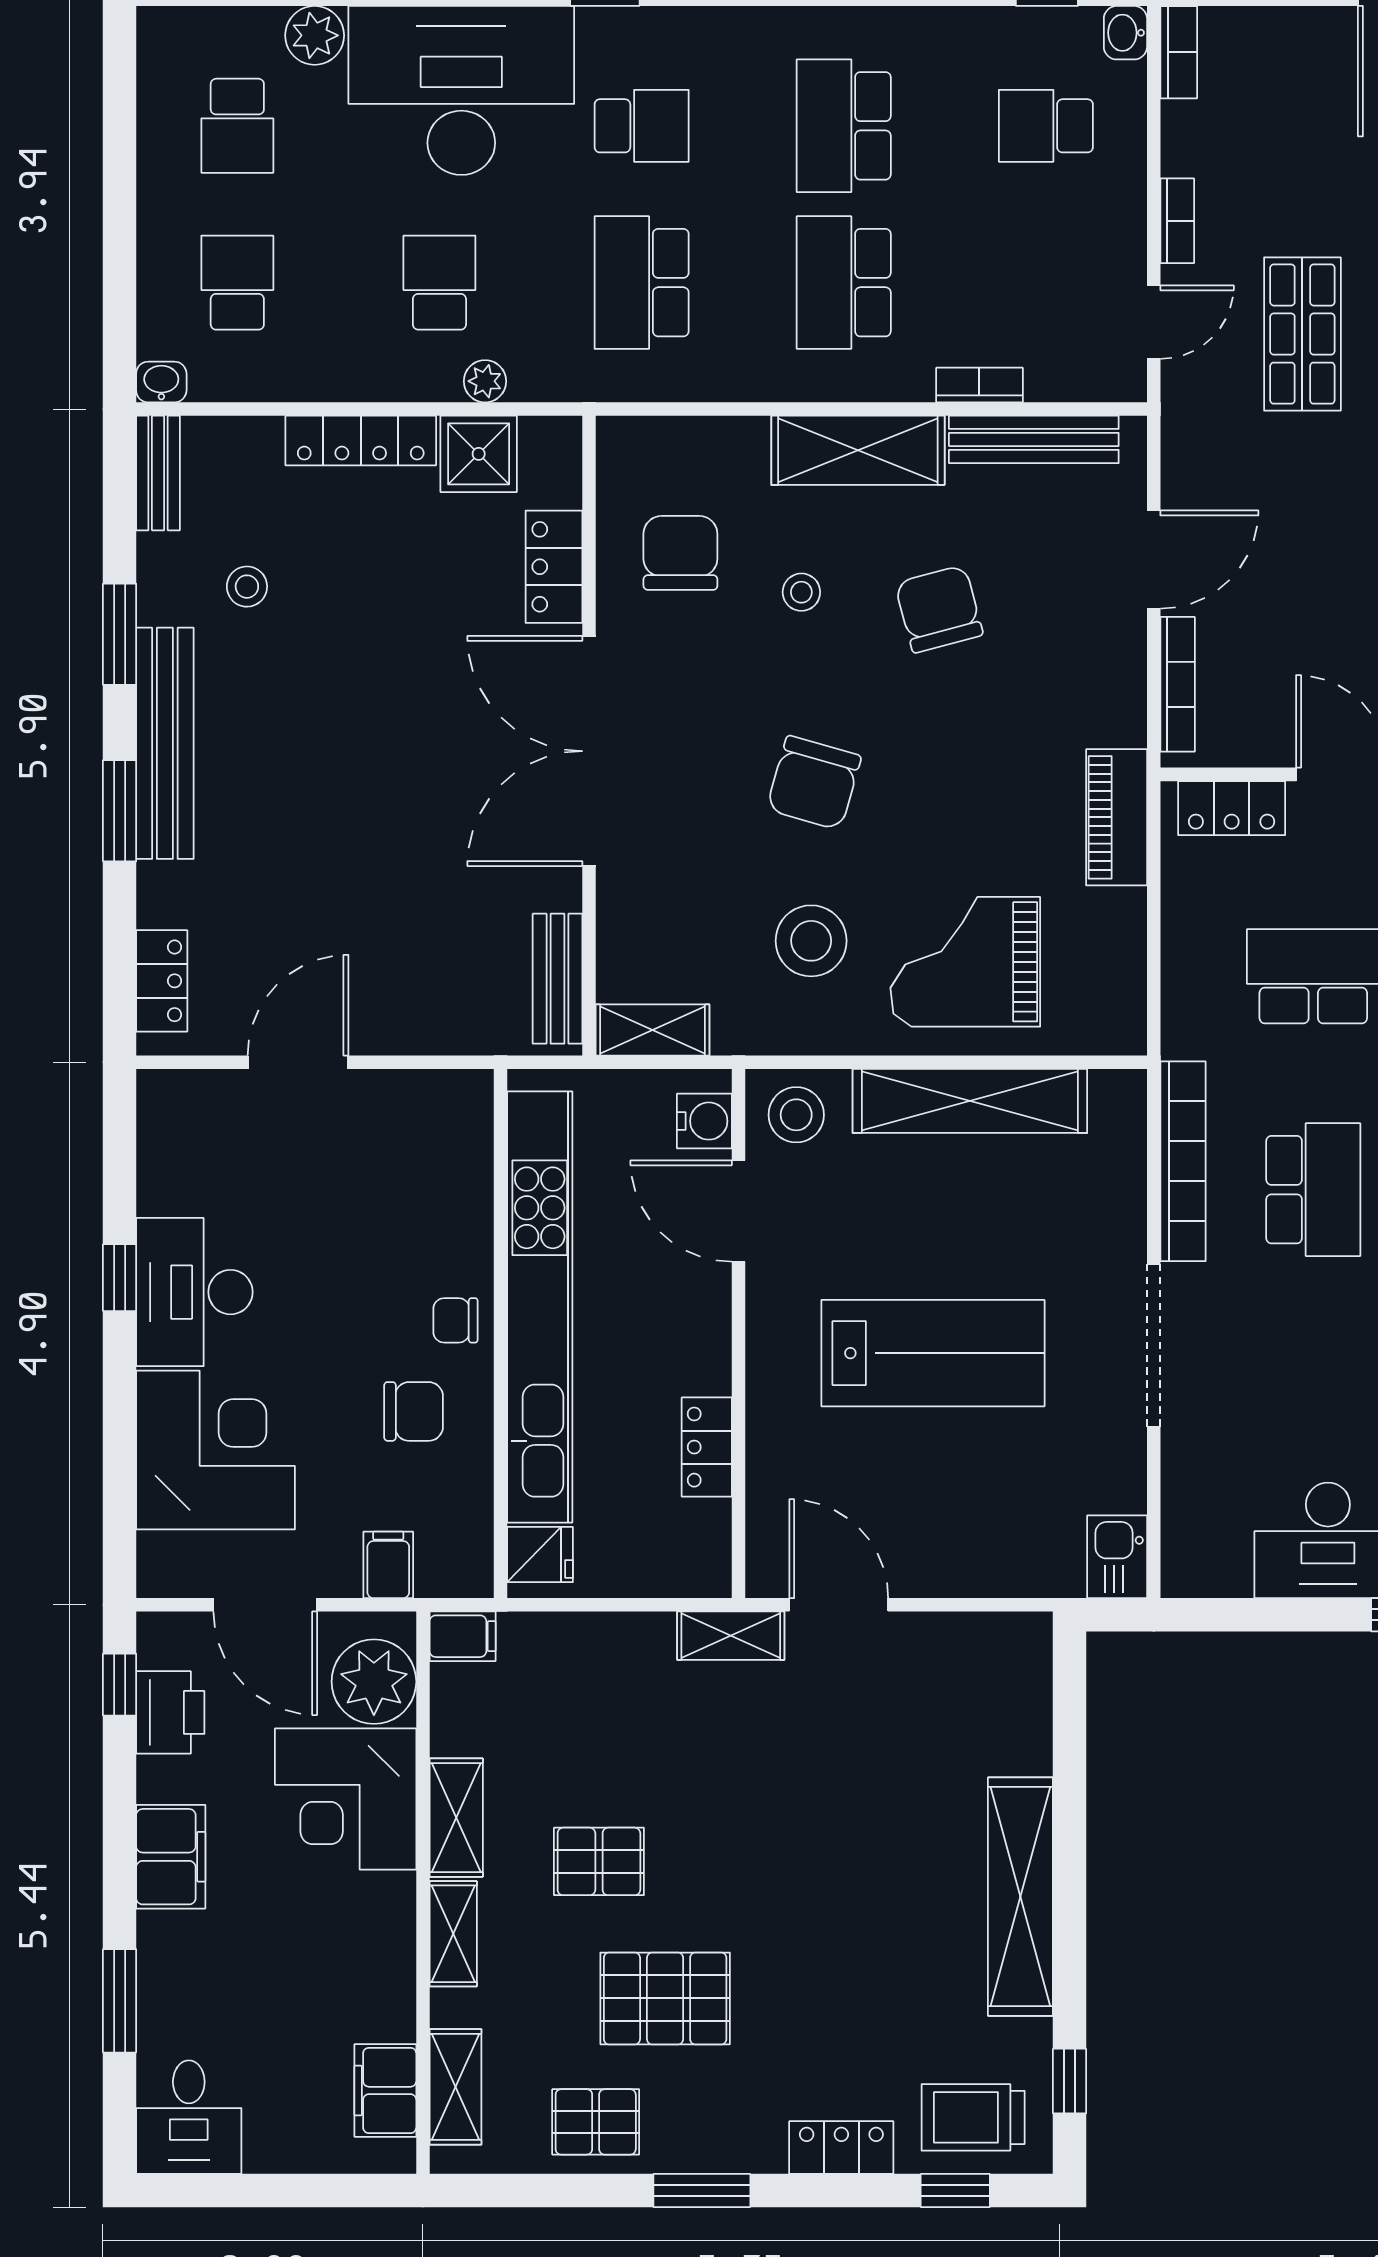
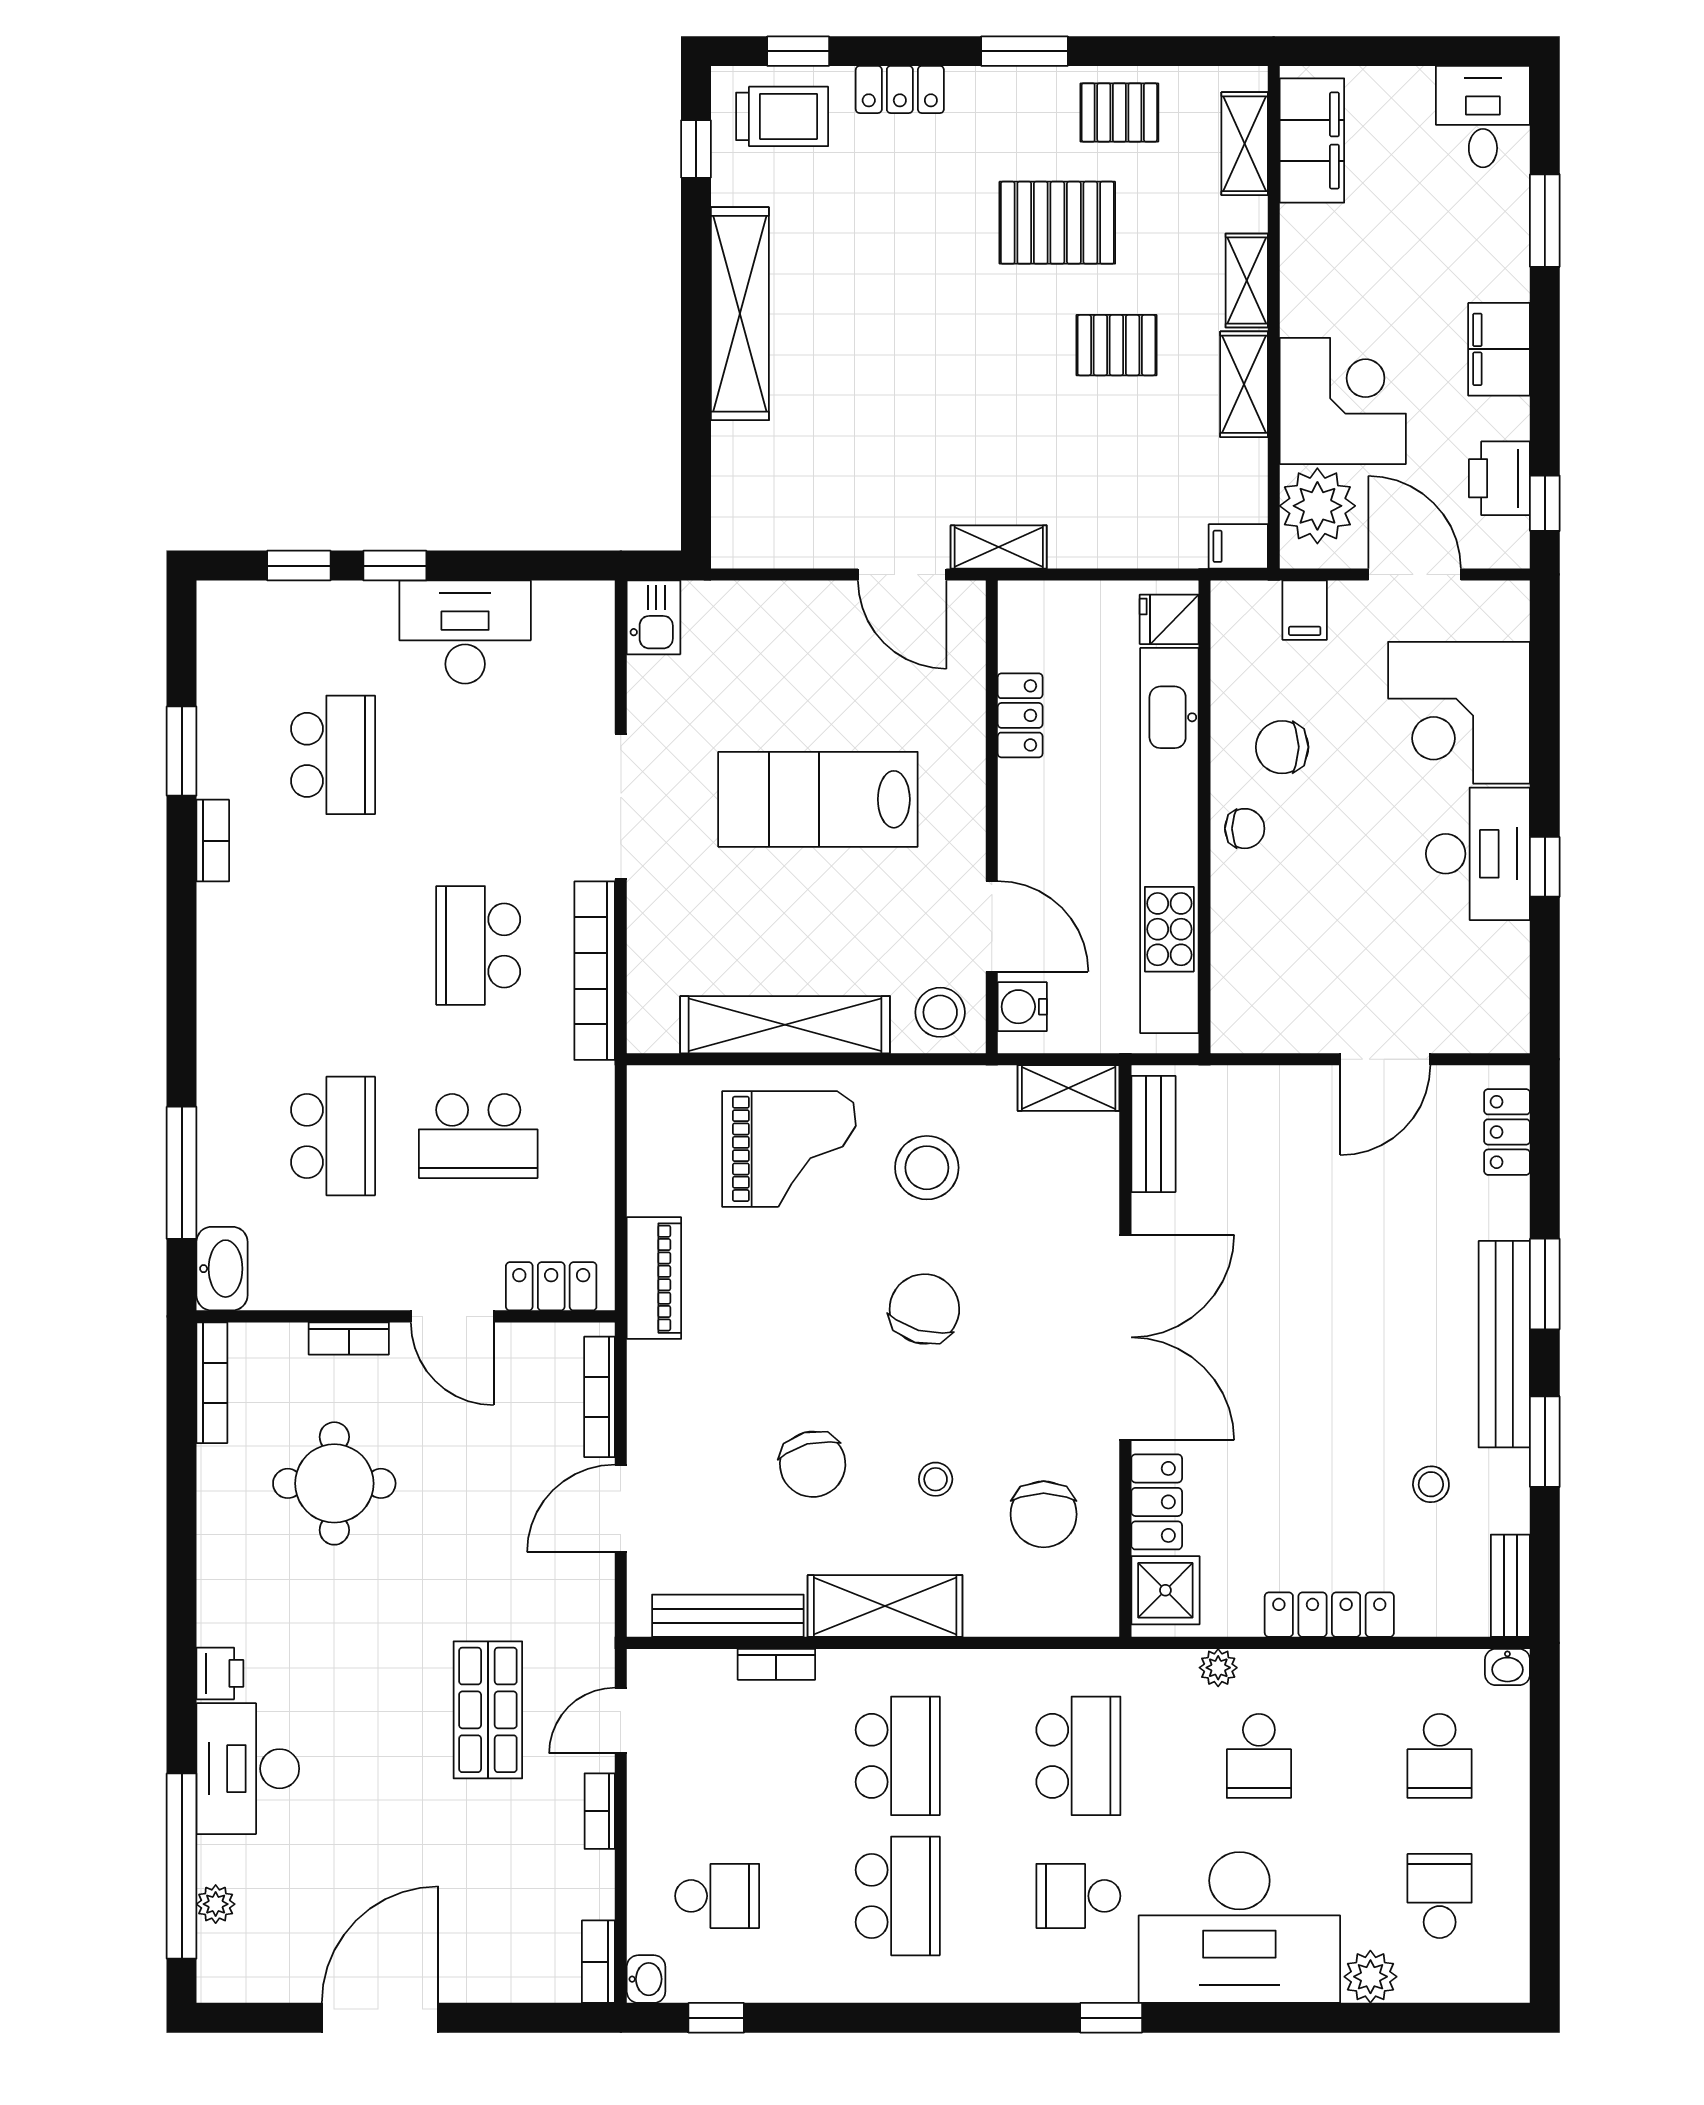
shower: (479, 454) -> (1165, 1590), moved
filing cabinet: (385, 2090) -> (1312, 140), width x1.50, depth x1.17

